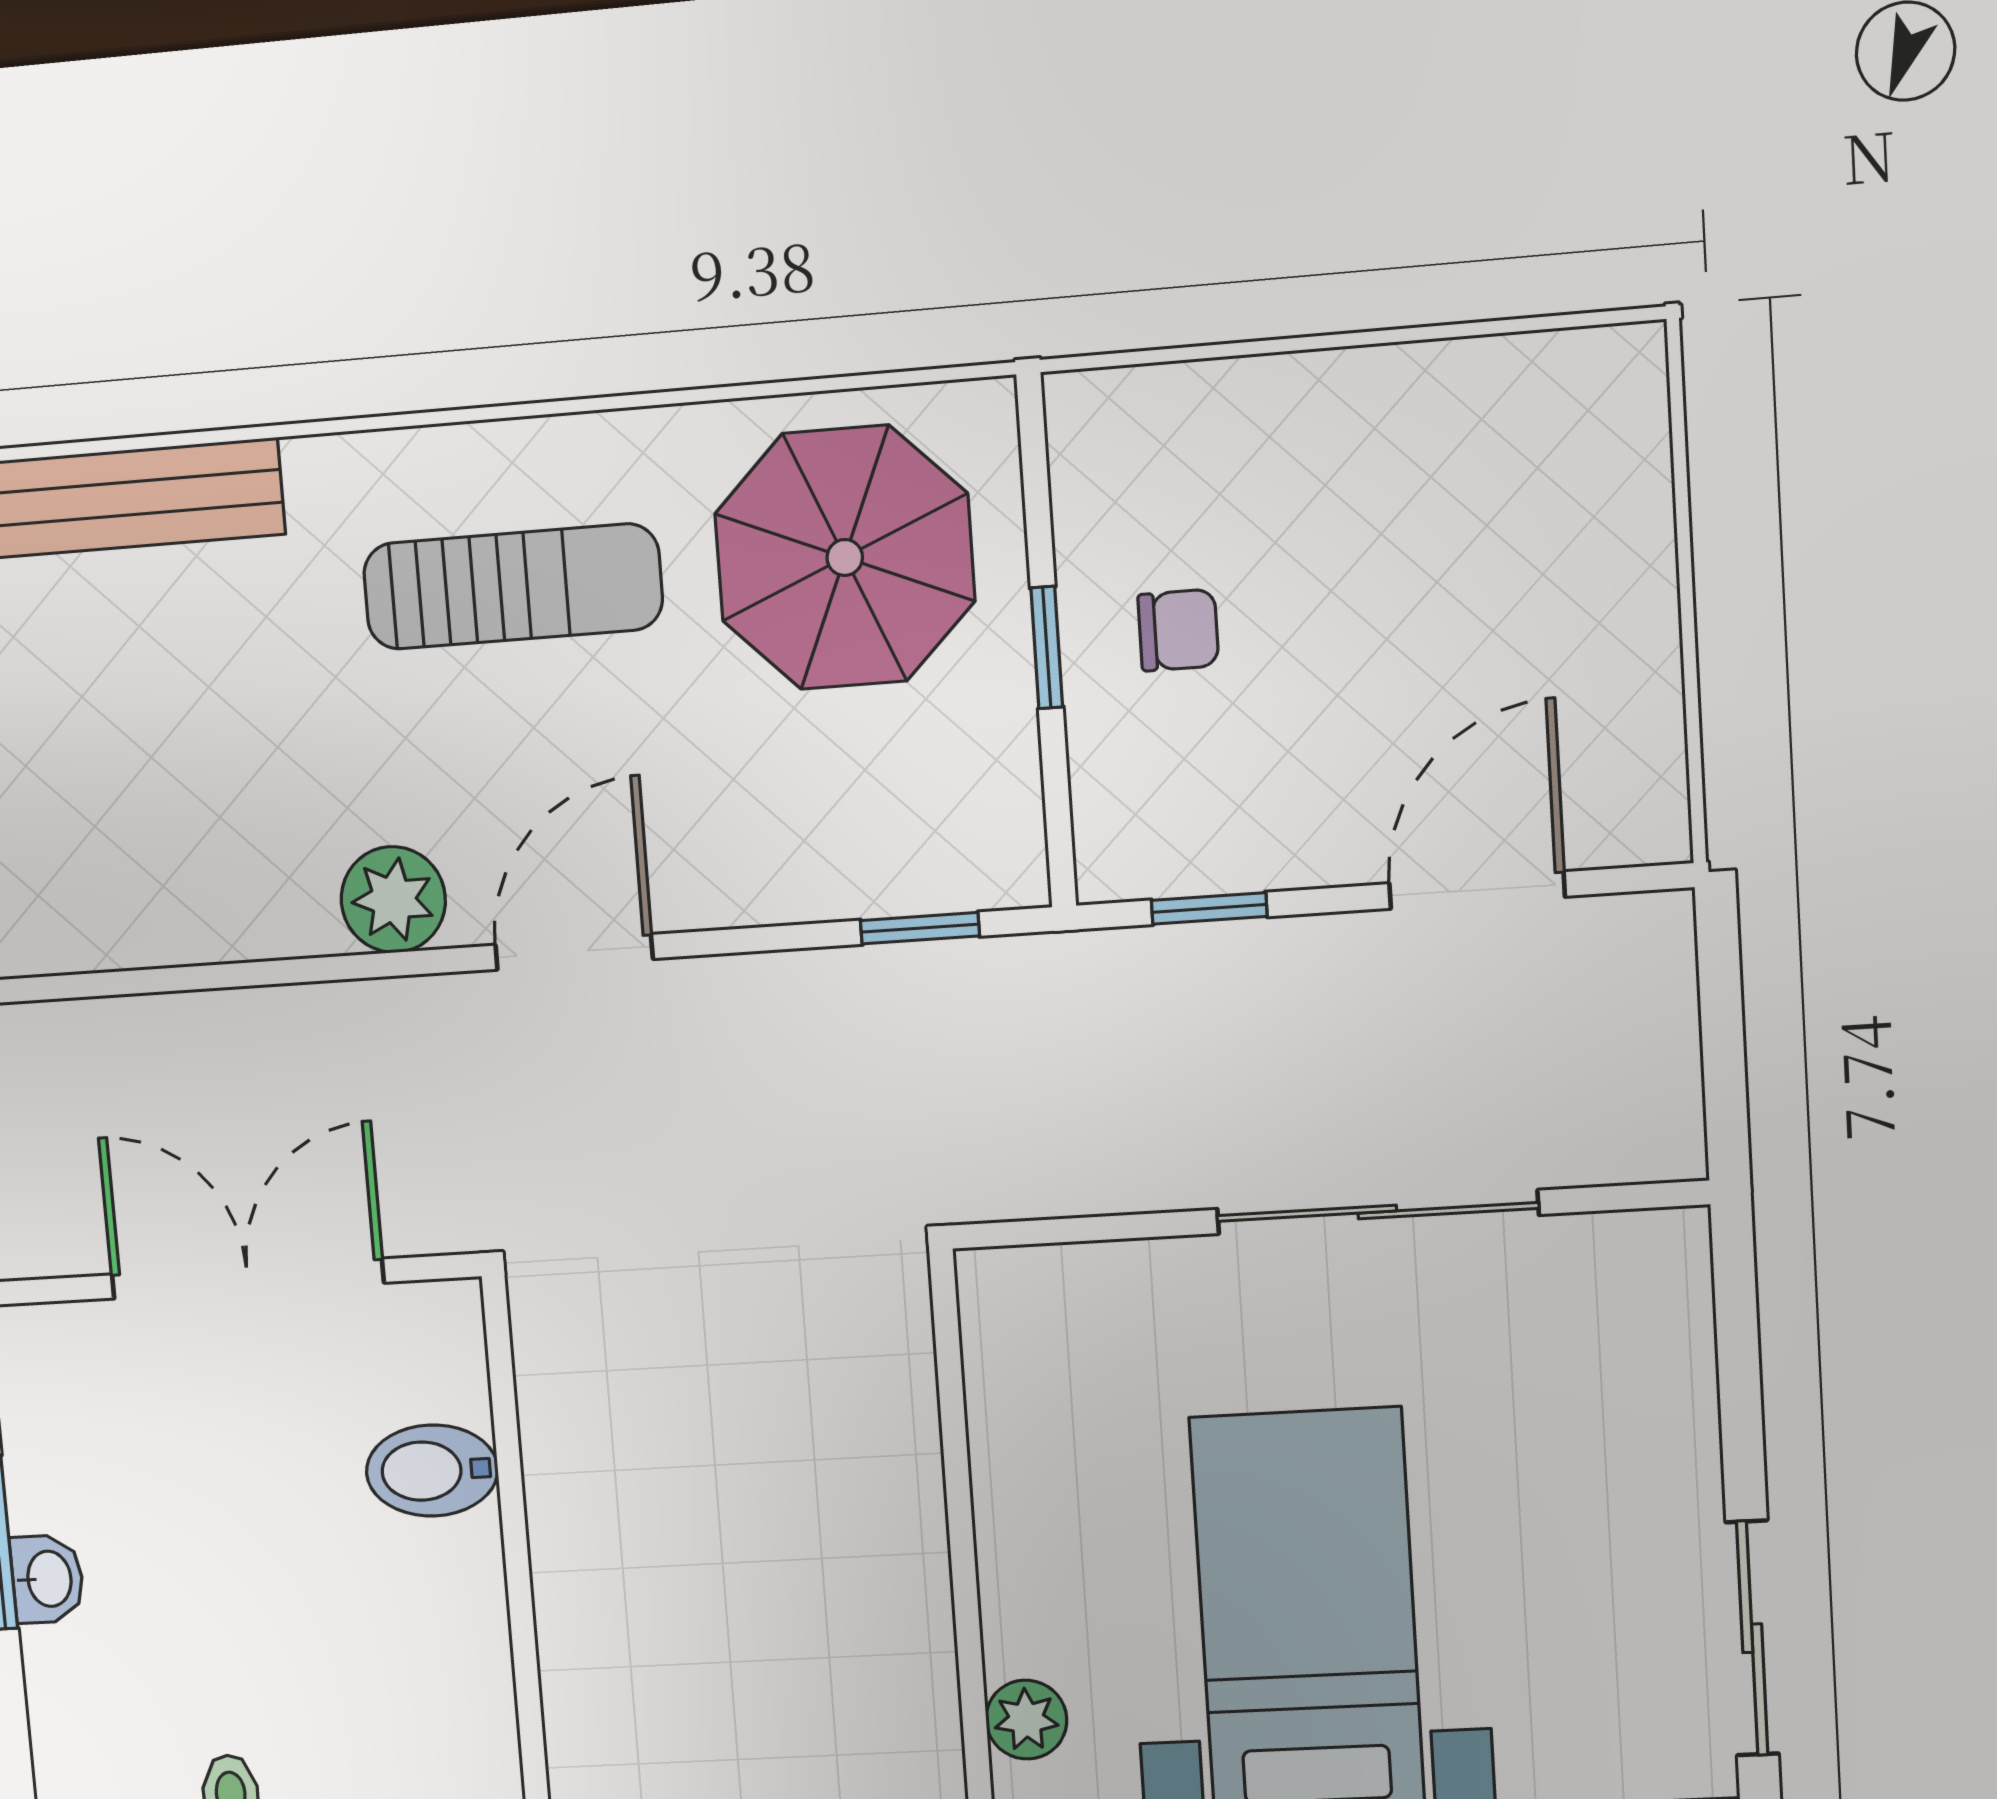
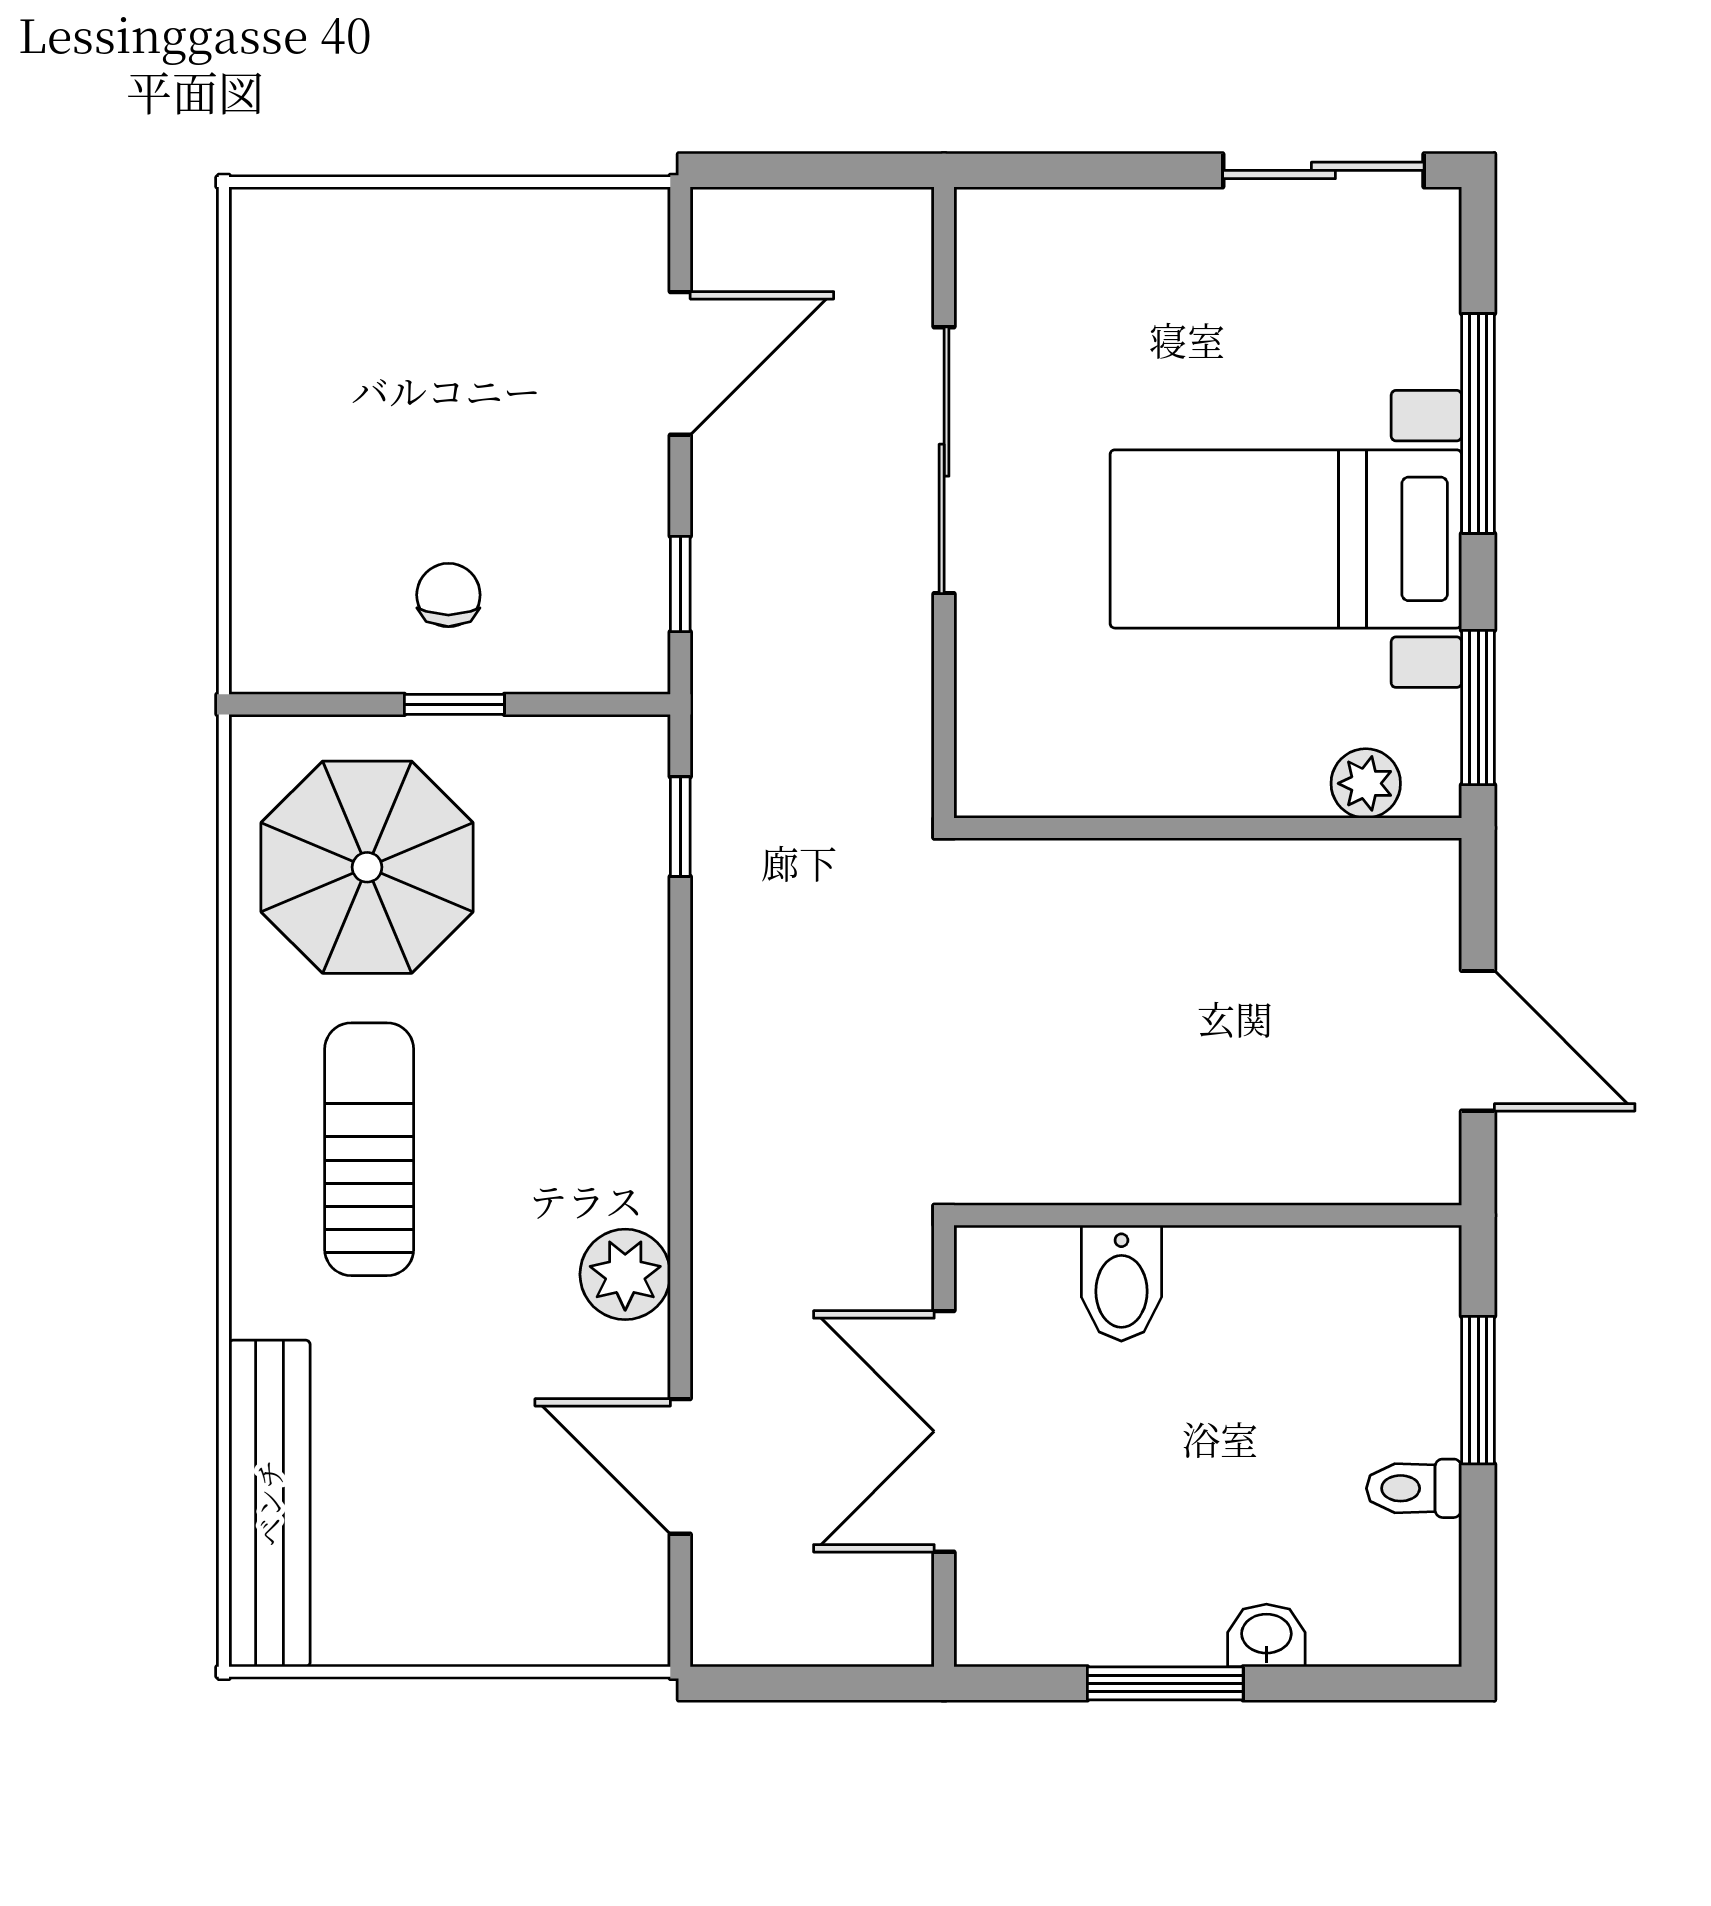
door: (1477, 890) -> (680, 363), swing flipped
door: (574, 952) -> (680, 1466), moved
washbasin: (47, 1579) -> (1266, 1635), moved

